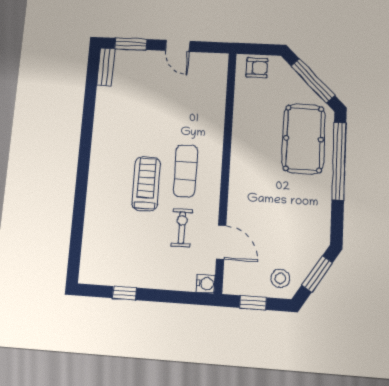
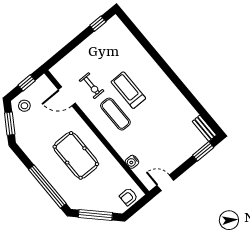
door: (178, 46) -> (165, 183), moved
pool table: (304, 139) -> (76, 155), moved
treadmill: (146, 184) -> (128, 90), turned 180
water cooler: (206, 284) -> (132, 162), moved
window: (124, 293) -> (98, 24), moved

